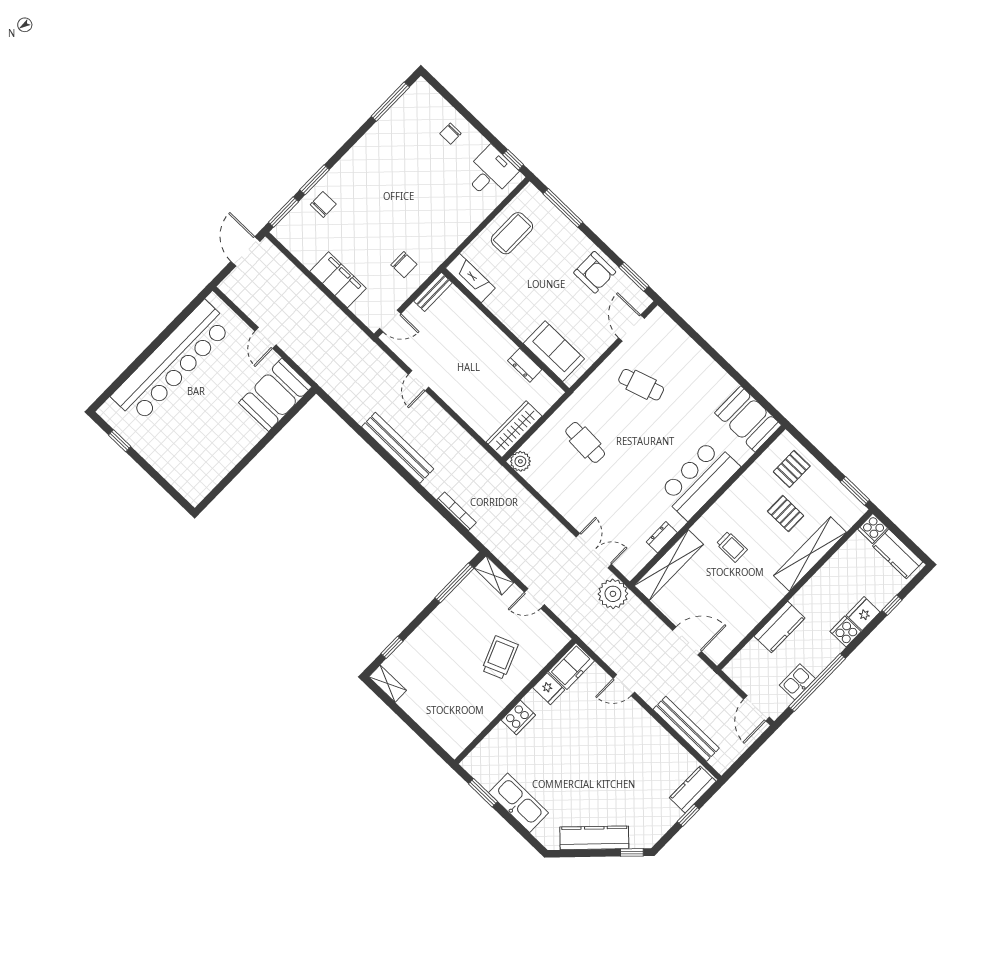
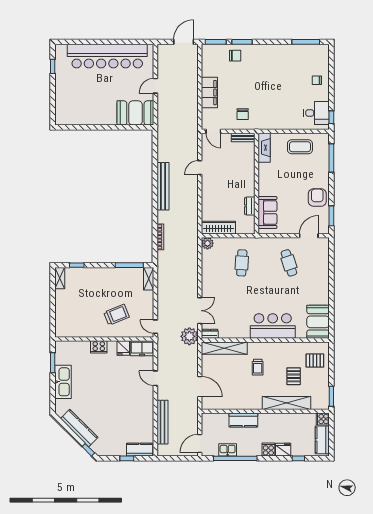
armchair: (595, 272) -> (317, 198), turned 180
dresser: (662, 537) -> (210, 334), moved
door: (534, 598) -> (155, 327), moved

